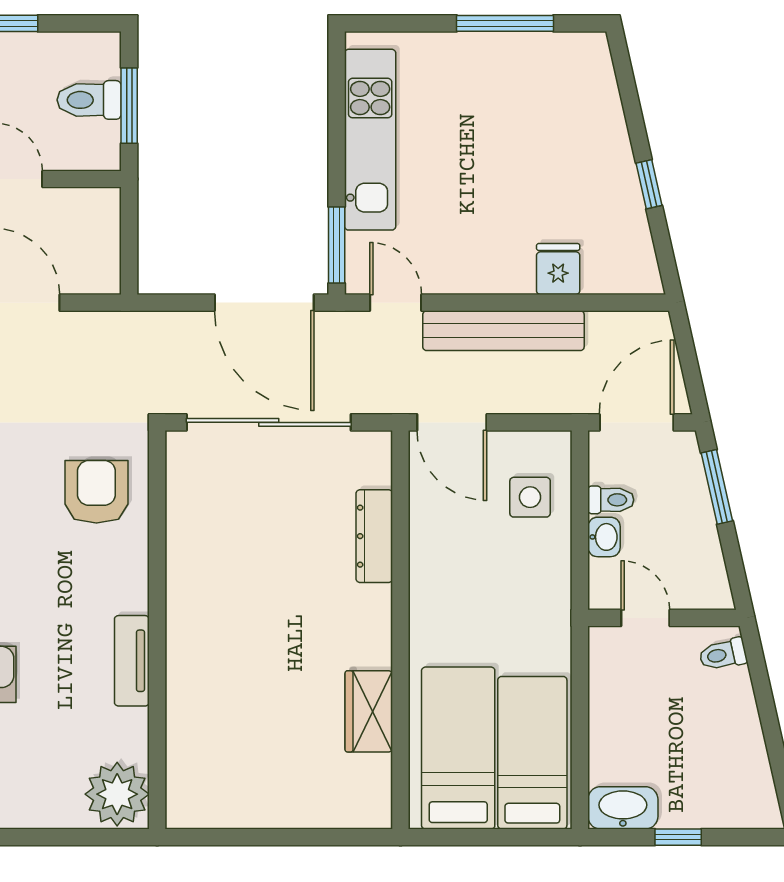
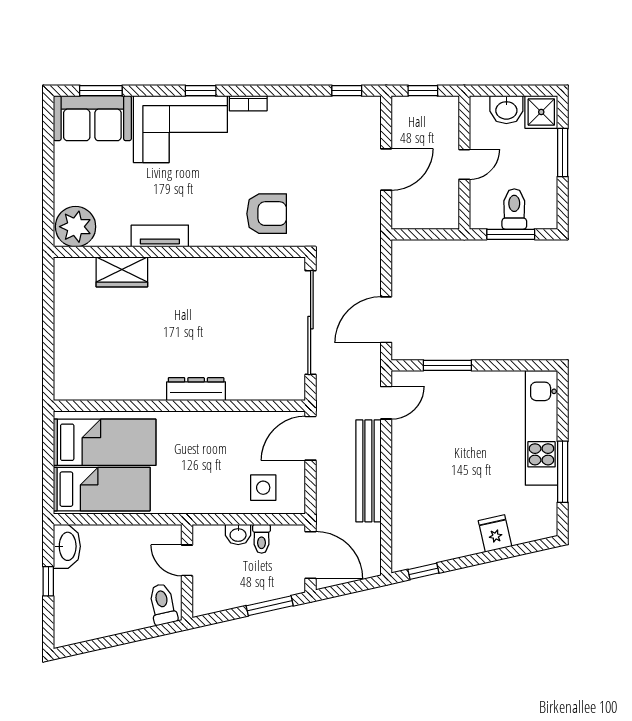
kitchen unit: (370, 140) -> (541, 428), moved, turned 90
window: (649, 184) -> (423, 571), moved
window: (337, 245) -> (447, 365), moved
fridge: (558, 269) -> (495, 533), moved, turned -103
door: (264, 303) -> (386, 320), width x0.73
dresser: (374, 536) -> (196, 389), moved
door: (645, 618) -> (187, 560), swing flipped
toilet: (723, 654) -> (163, 604), width x1.37, depth x1.39
wardrobe: (369, 711) -> (122, 272), moved, turned 180

